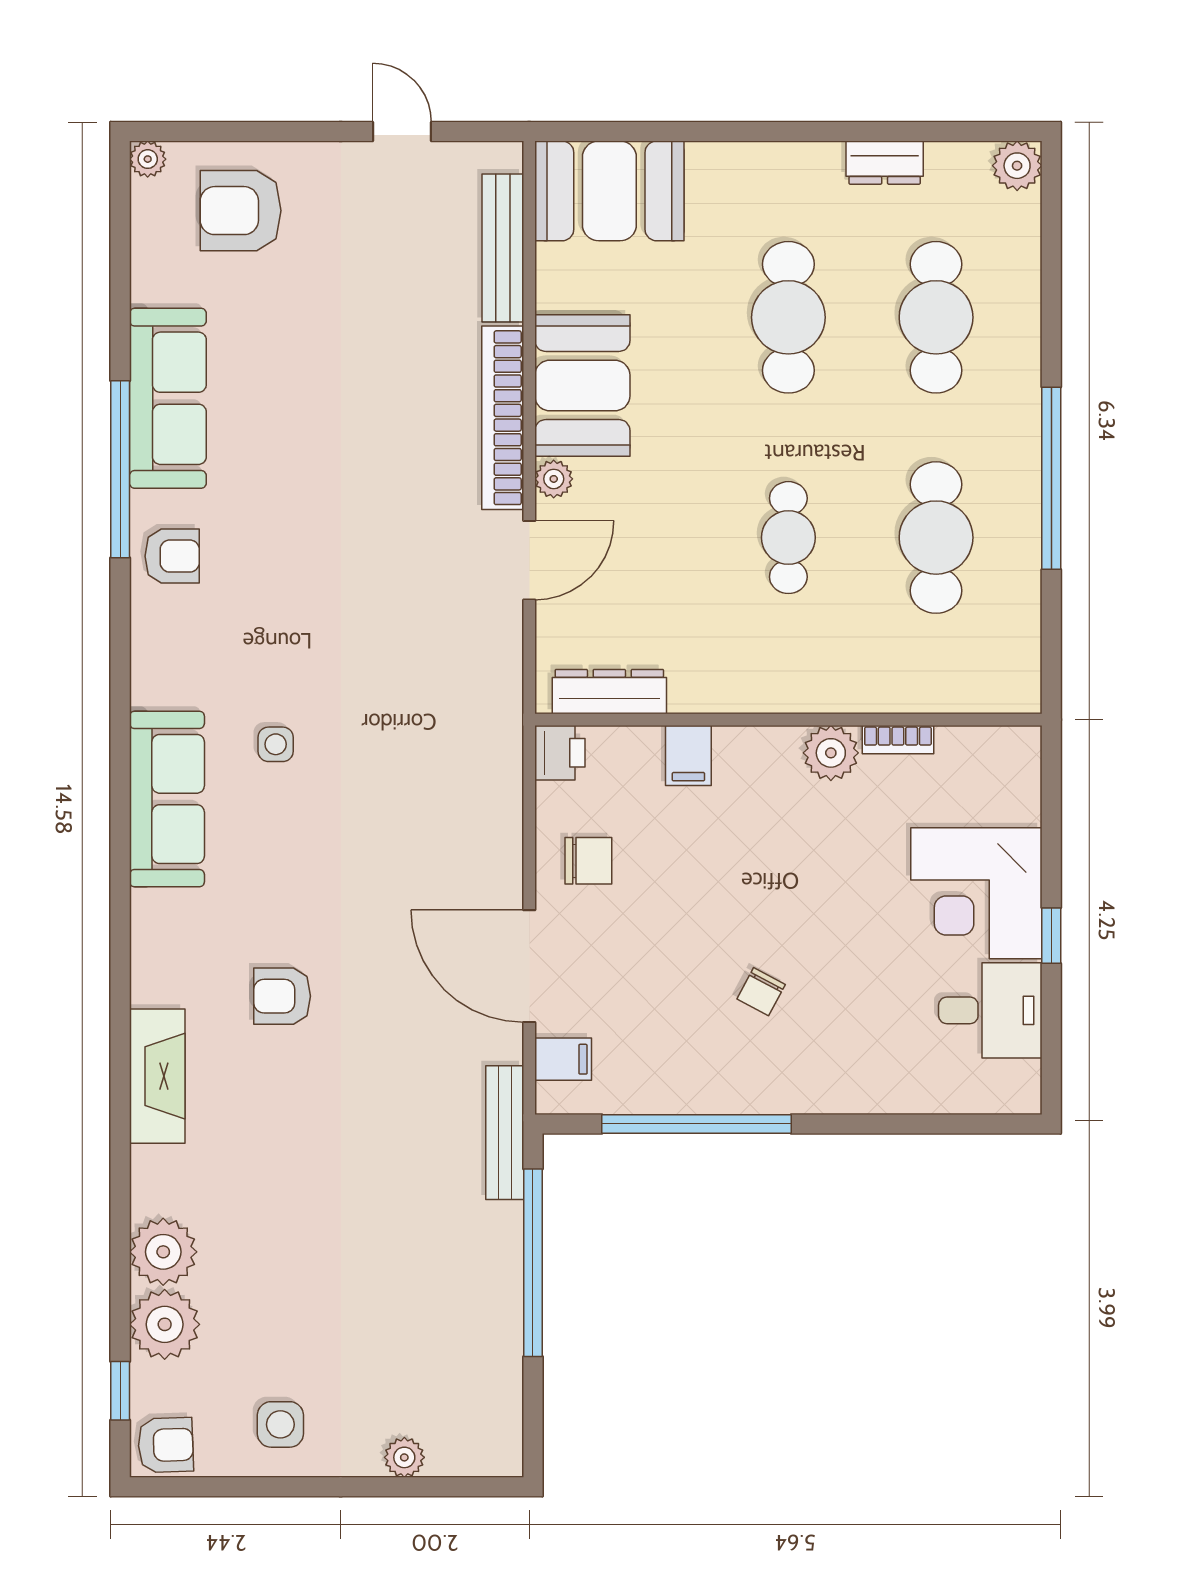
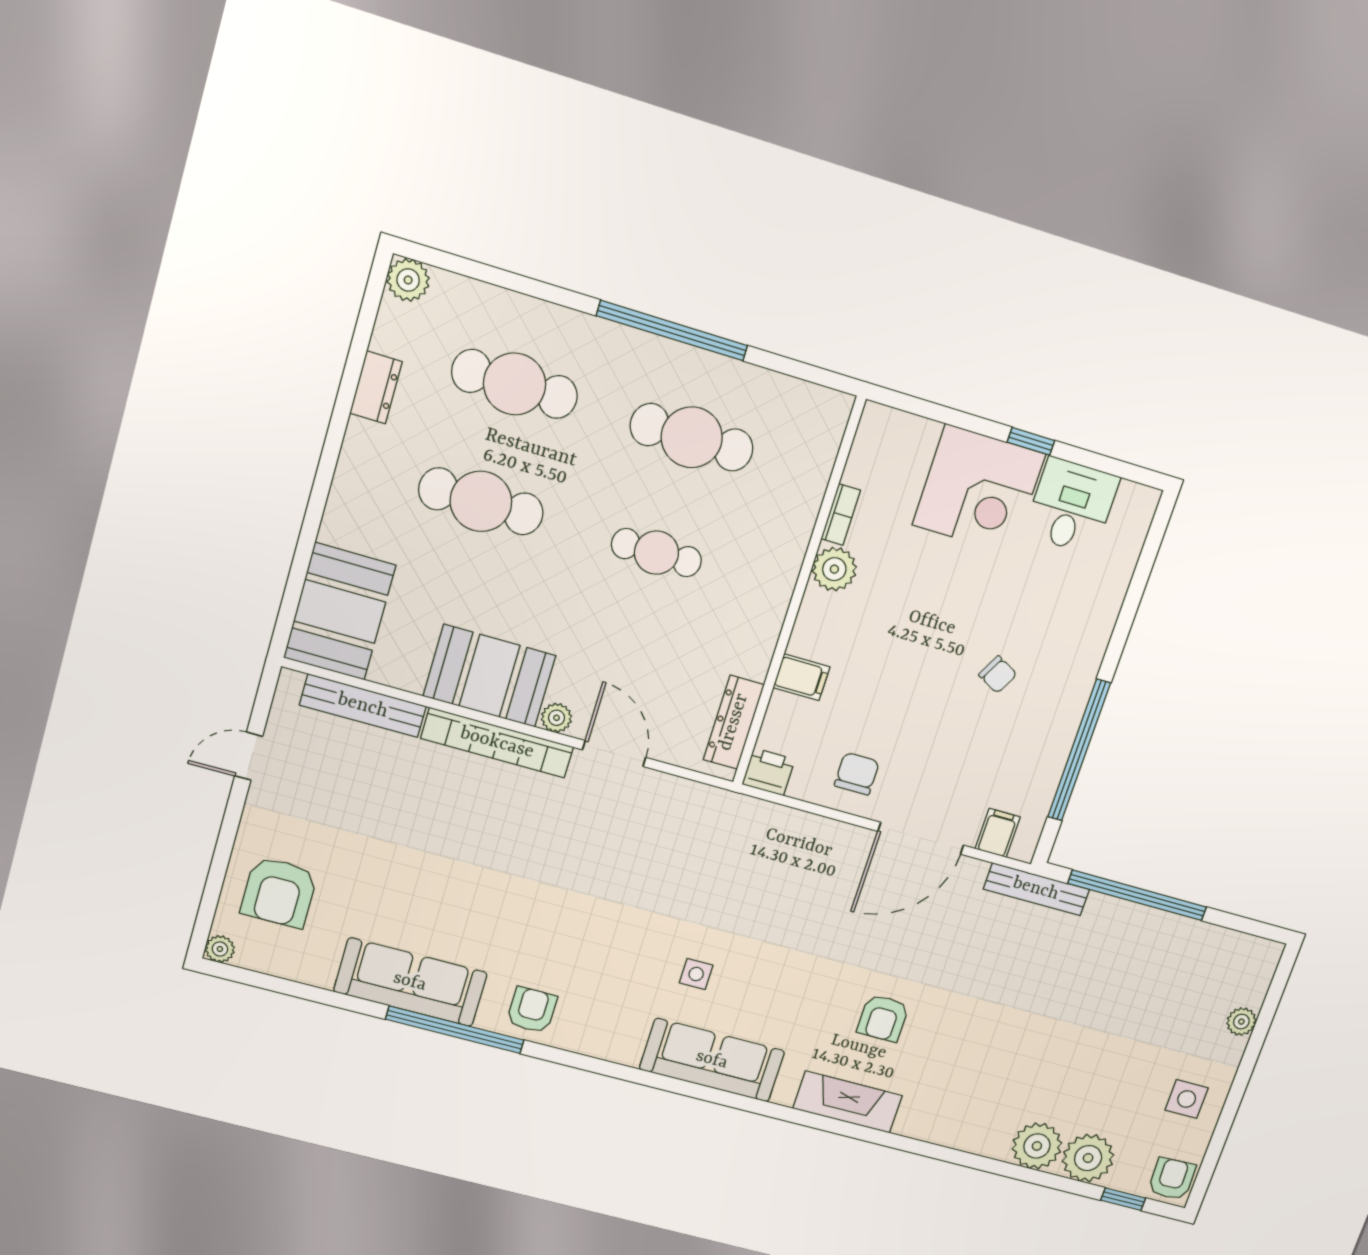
fireplace: (157, 1076) -> (848, 1102), moved

